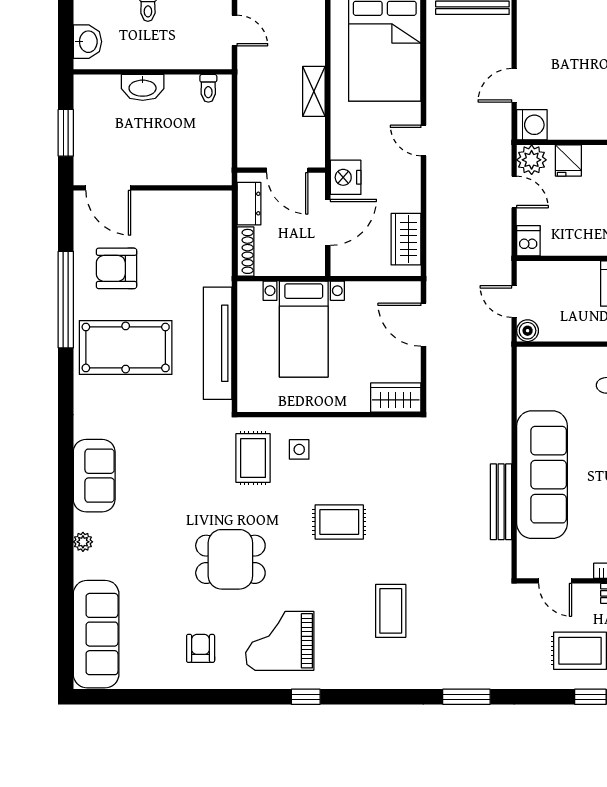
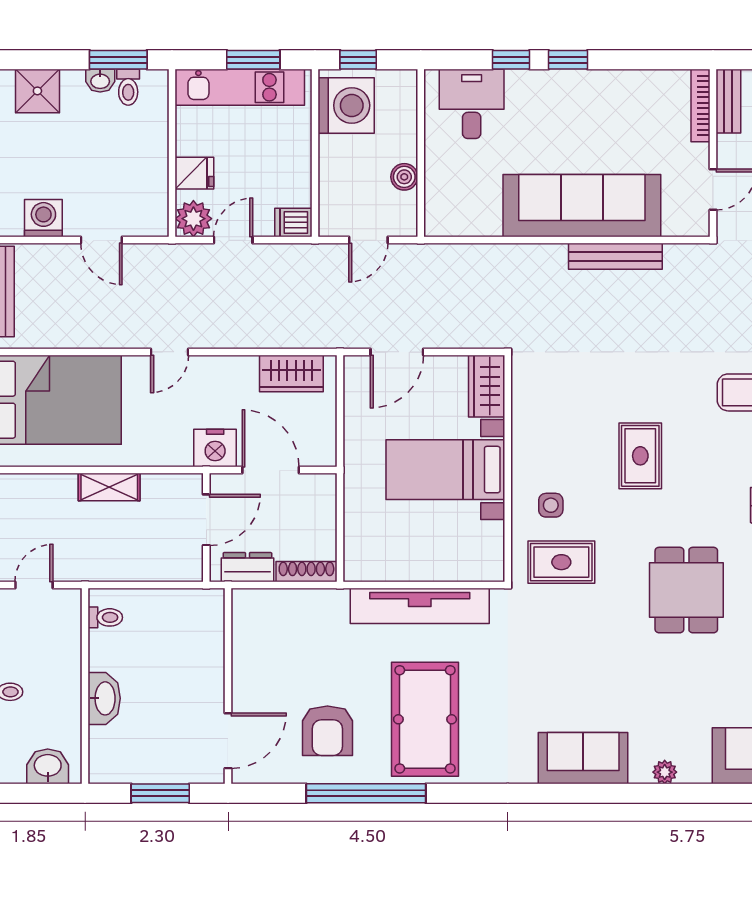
washing machine: (532, 125) -> (43, 218), moved
bed with nightstands: (304, 329) -> (445, 470), moved, turned 180
boiler: (528, 331) -> (404, 177), moved

